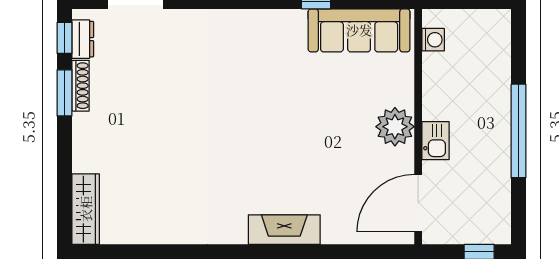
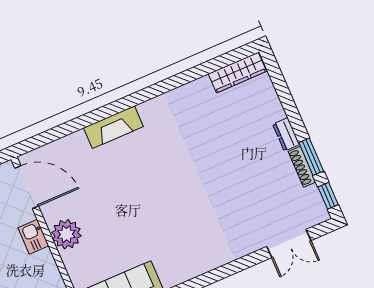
dresser: (83, 39) -> (286, 134), moved
door: (418, 203) -> (27, 187), hinge flipped
wardrobe: (86, 209) -> (237, 73), moved, turned -90

